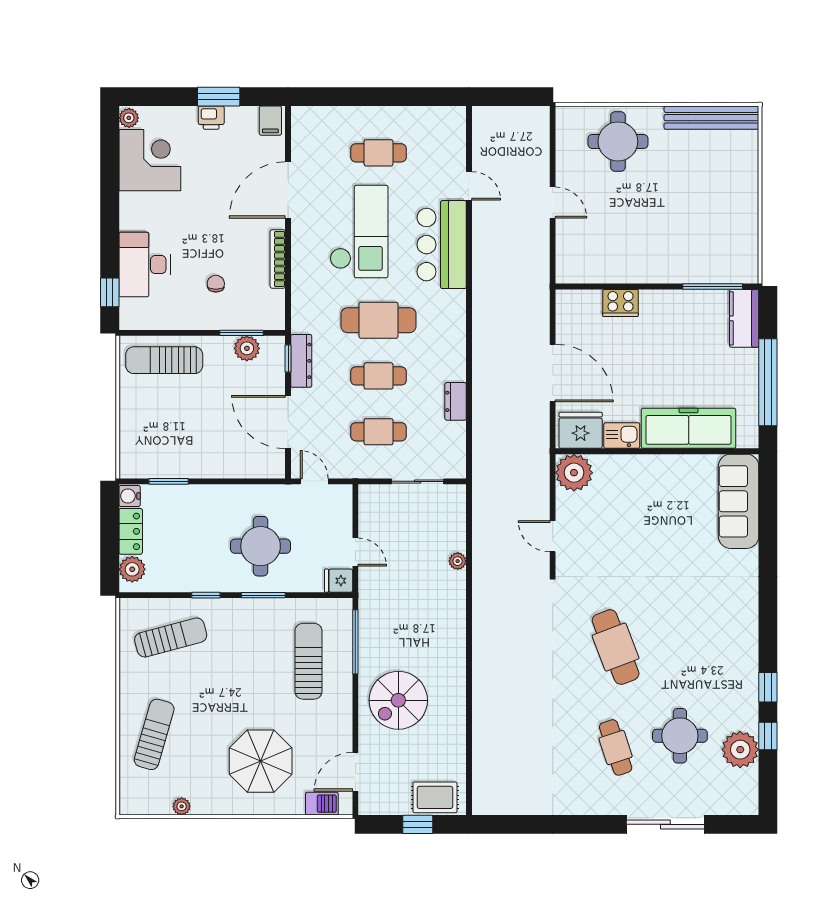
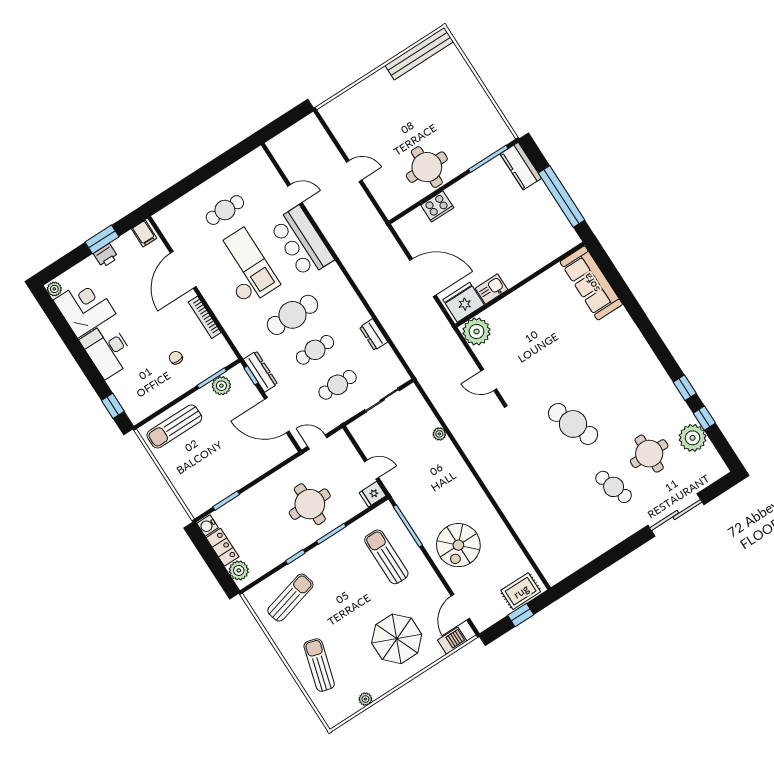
round table: (618, 141) -> (427, 167), moved
desk: (145, 265) -> (108, 350), moved
freezer: (689, 428) -> (530, 257), removed

